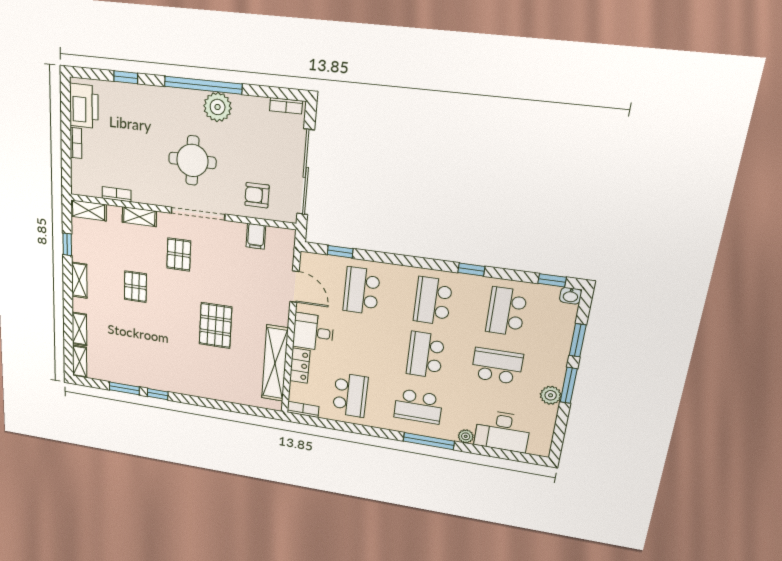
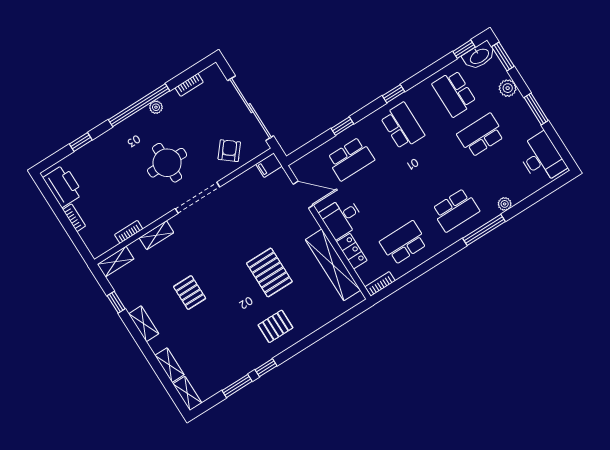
bookcase: (286, 106) -> (189, 85), moved
plant: (218, 107) -> (156, 107), width x0.53, depth x0.53
armchair: (257, 195) -> (229, 151), turned 129
filing cabinet: (256, 236) -> (269, 165), moved, turned 90
window: (340, 252) -> (342, 126), moved
pallet: (179, 255) -> (275, 326), moved, turned 90
window: (471, 269) -> (394, 94), moved
school desk: (361, 291) -> (351, 159), turned -90
washbasin: (571, 296) -> (479, 56), width x1.91, depth x1.45
school desk: (433, 301) -> (402, 126), turned 180
window: (578, 340) -> (503, 57), moved
school desk: (425, 355) -> (429, 168), removed
school desk: (350, 395) -> (404, 243), turned -90
plant: (551, 395) -> (508, 88), moved
desk: (502, 431) -> (541, 158), moved, turned -90

